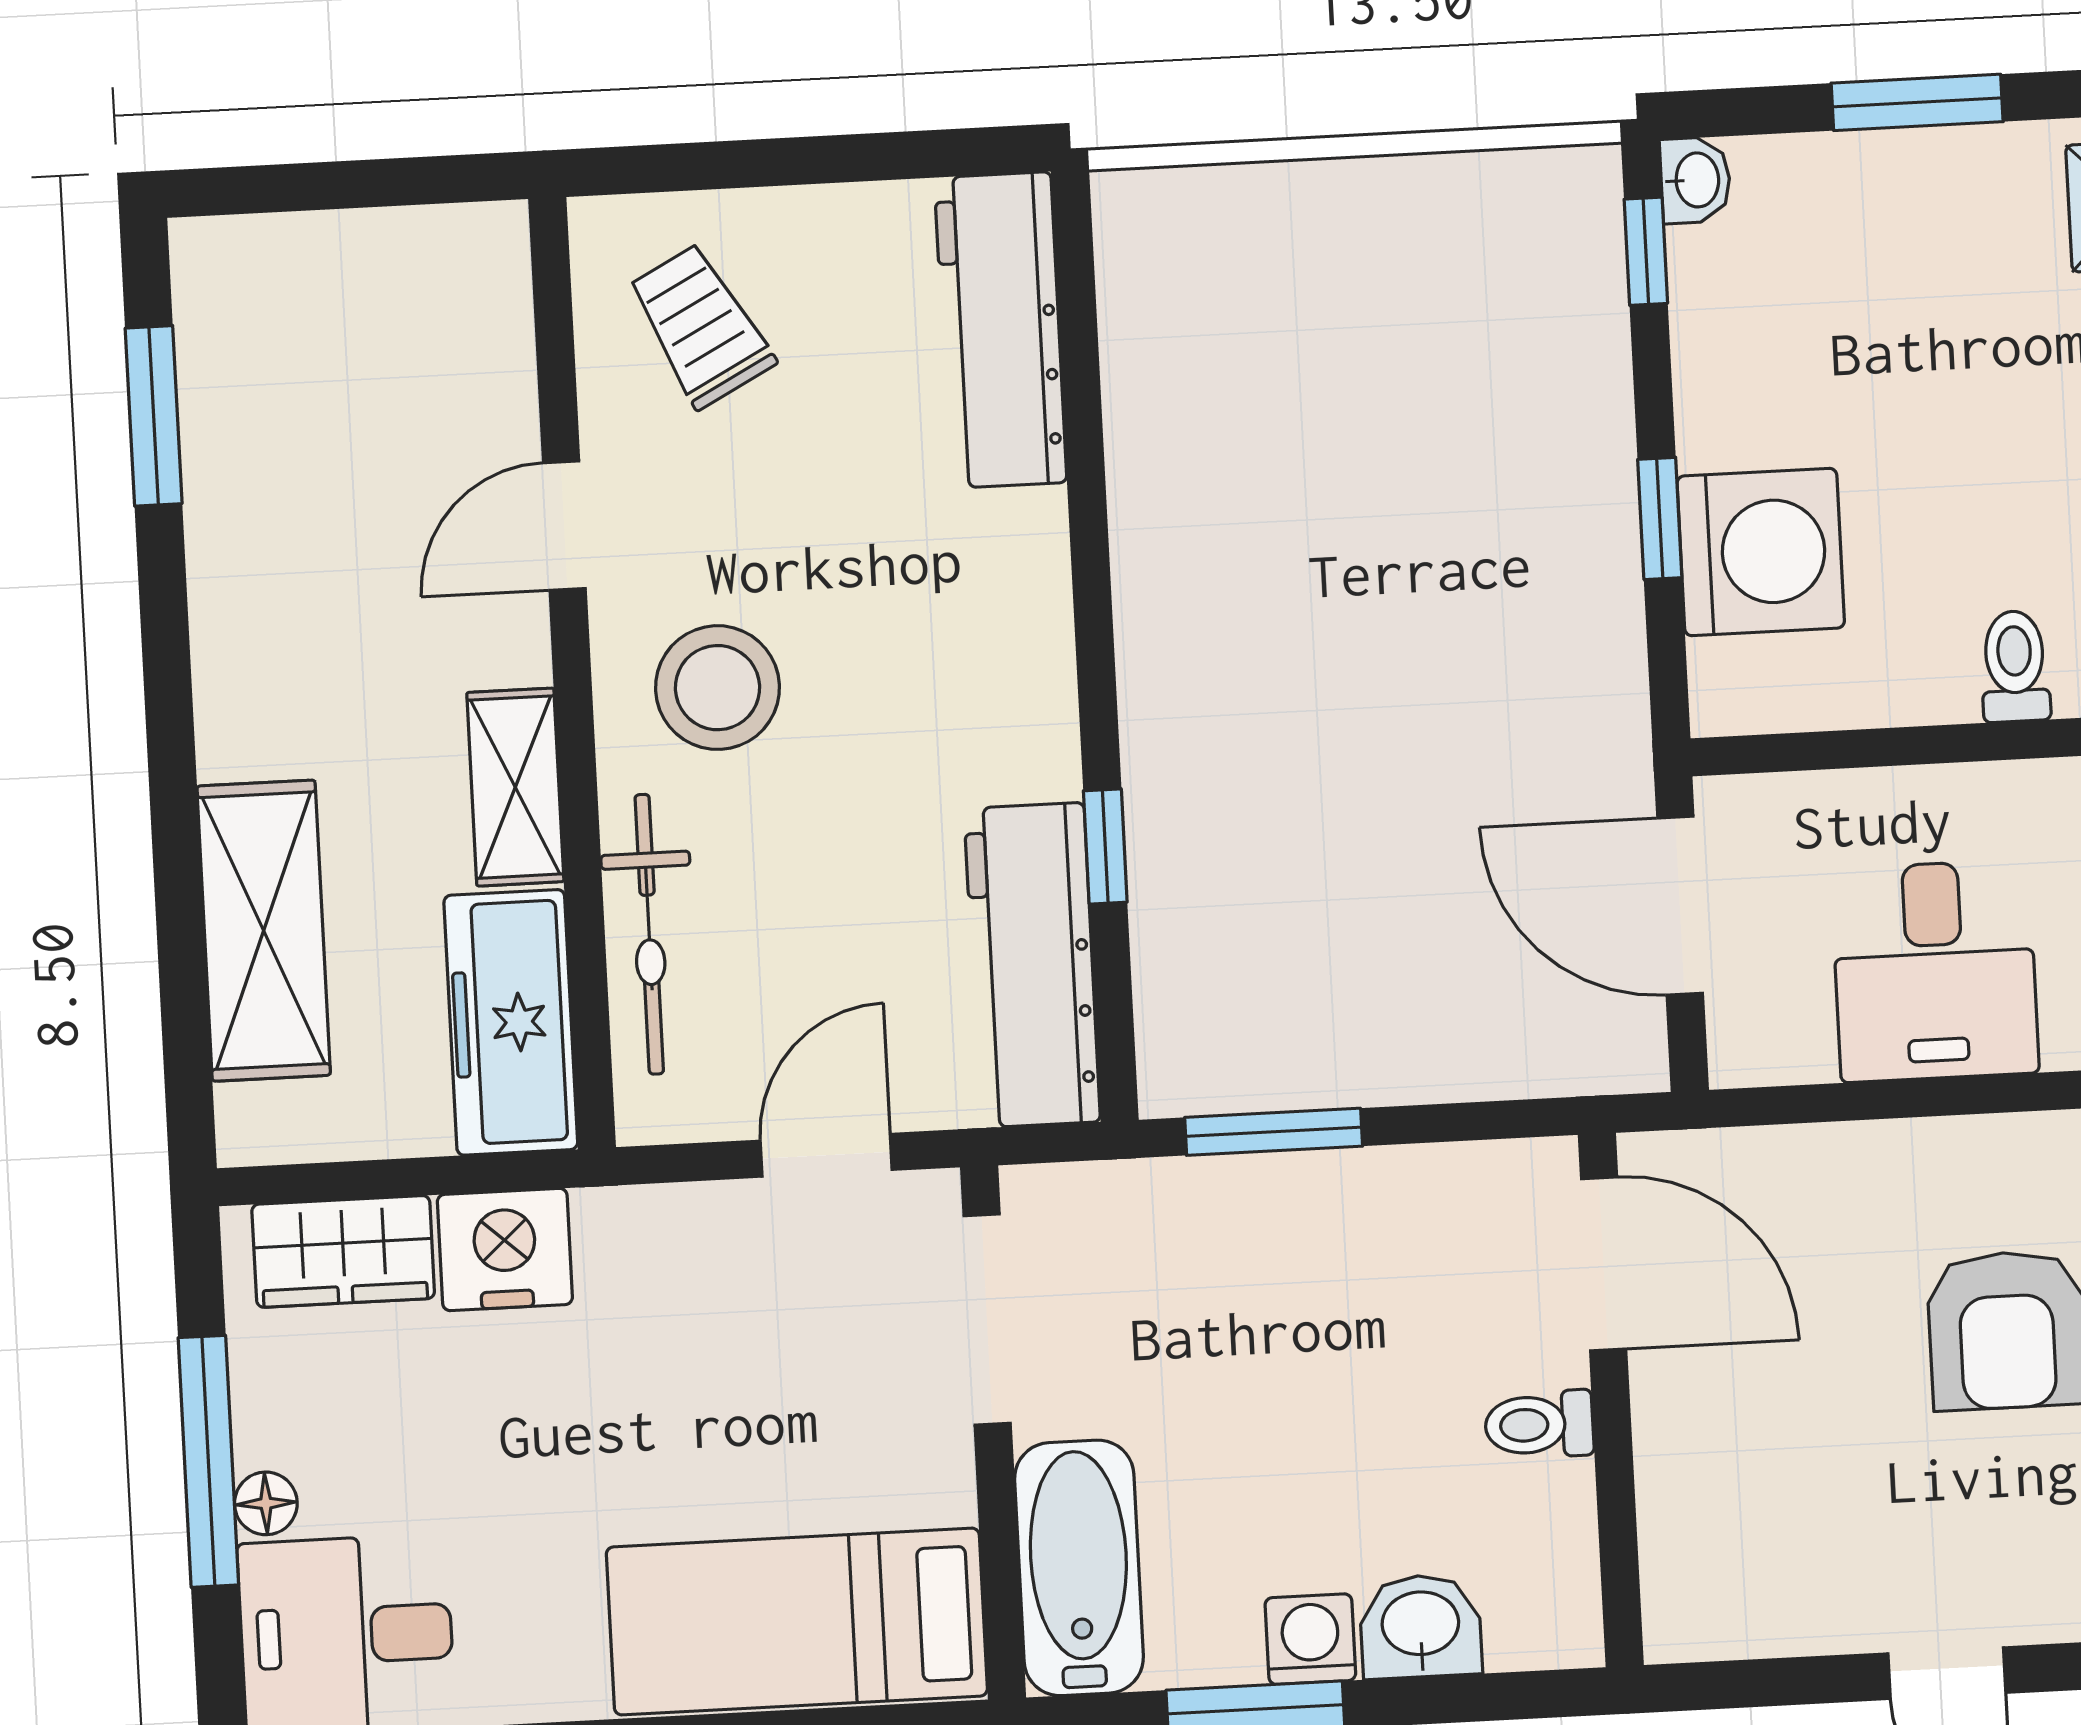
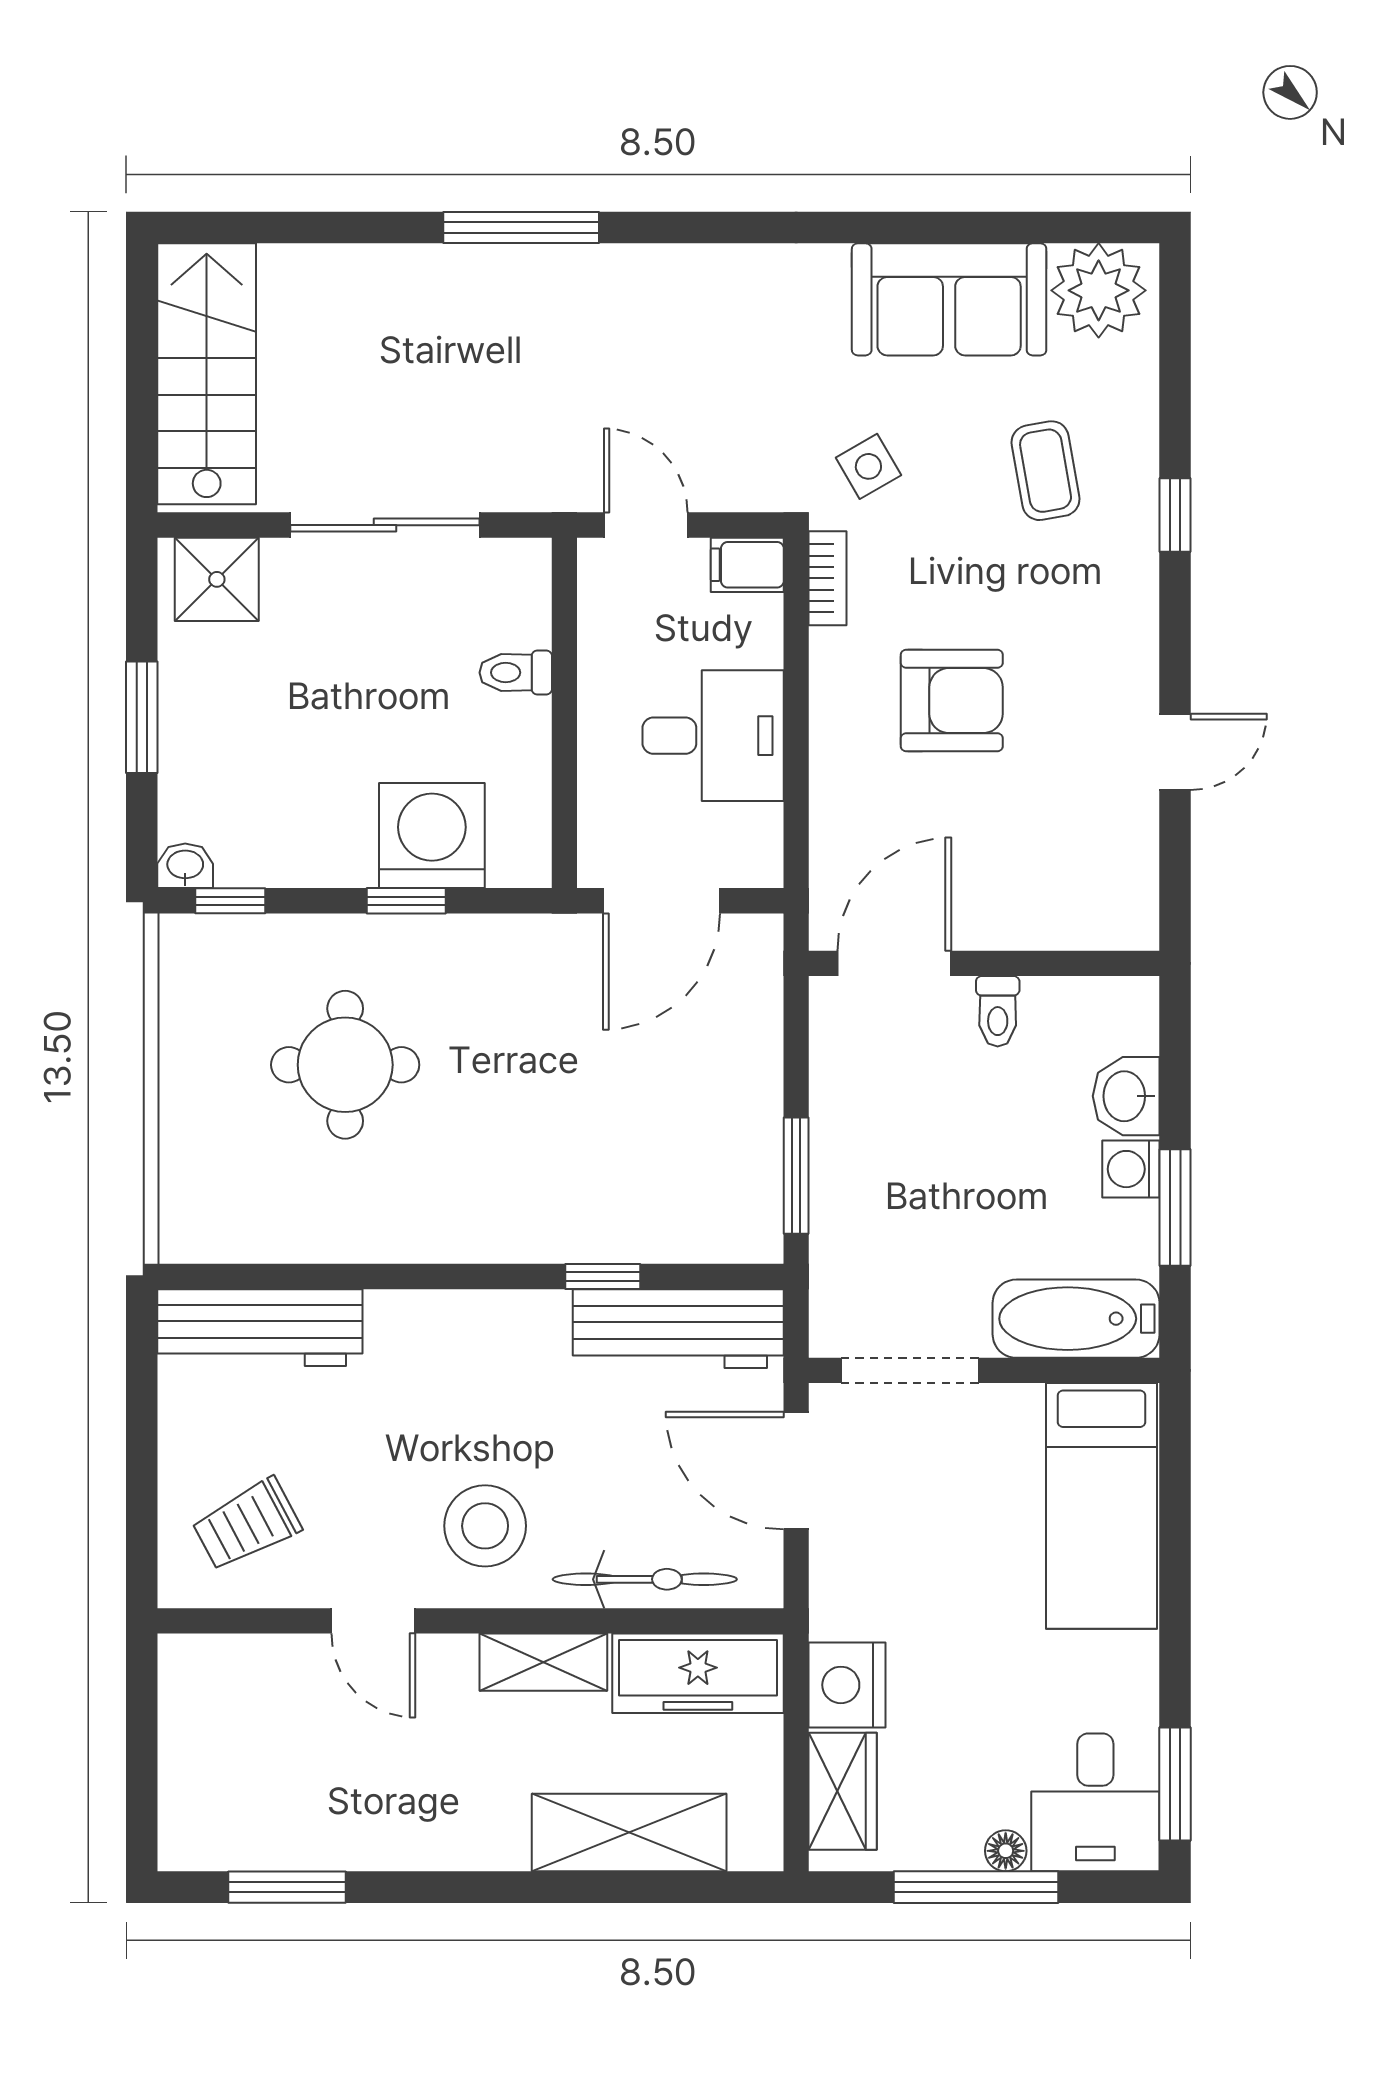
round table: (1406, 439) -> (345, 1065), added
door: (826, 1155) -> (796, 1471), width x1.38

